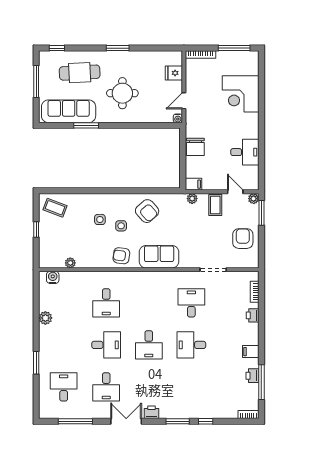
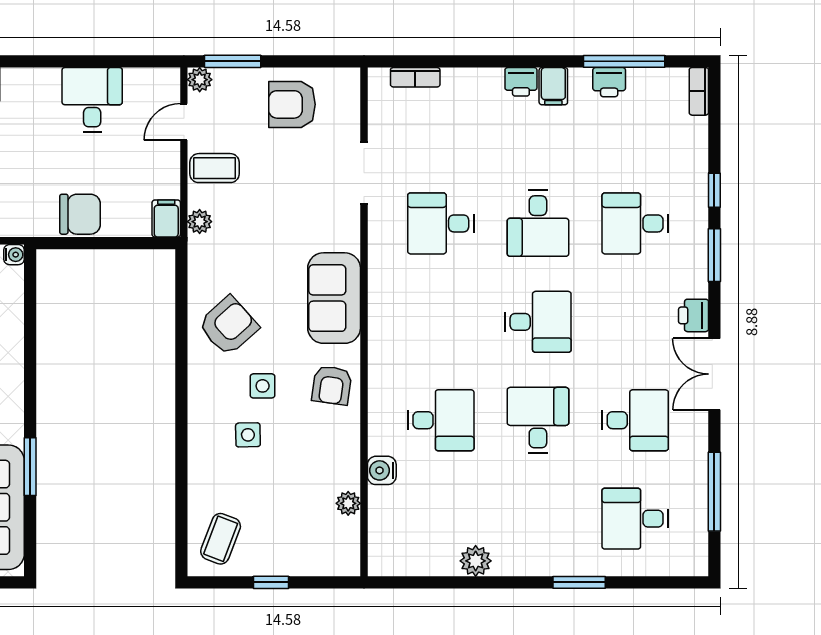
water cooler: (53, 277) -> (382, 470), moved
printer: (253, 315) -> (521, 82), moved
desk: (191, 387) -> (635, 223), added

